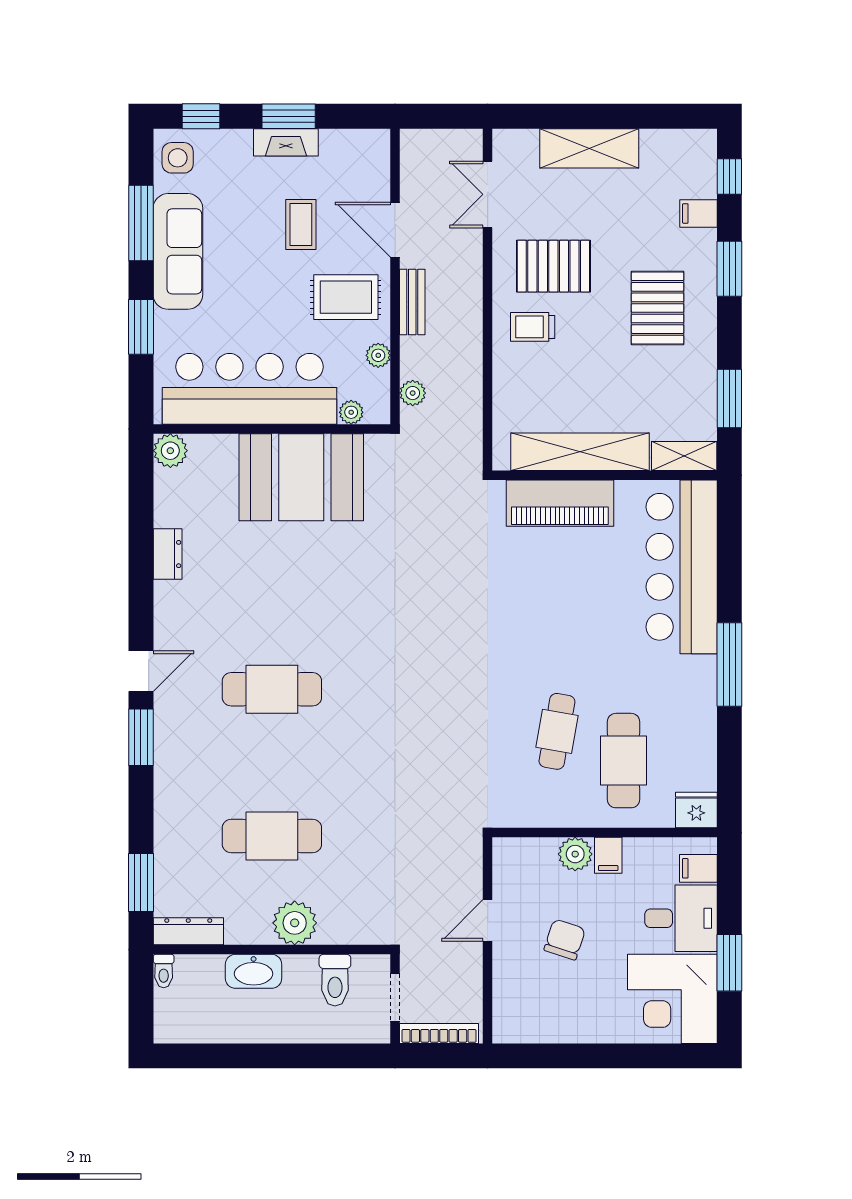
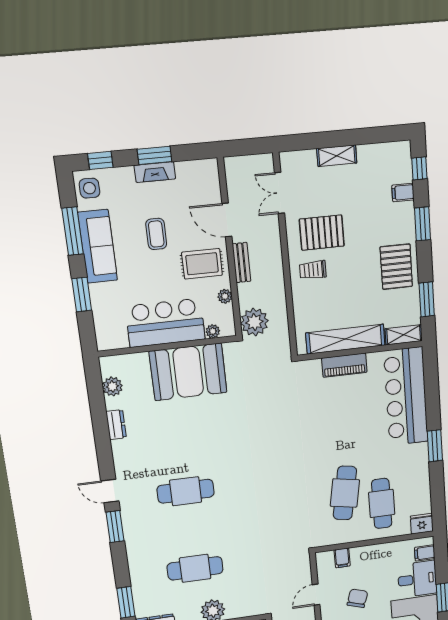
shelving: (589, 148) -> (337, 156), width x0.67, depth x0.75
coffee table: (301, 225) -> (156, 234), moved
pallet: (658, 308) -> (396, 267), moved
bar counter: (249, 389) -> (165, 323), width x0.73
plant: (413, 393) -> (254, 322), width x1.87, depth x1.87
plant: (170, 451) -> (112, 386), moved
piano: (560, 503) -> (344, 365), width x0.73, depth x0.75
window: (729, 665) -> (435, 446), width x0.69
door: (141, 671) -> (110, 491), swing flipped
cafe table: (557, 731) -> (345, 493), width x1.37, depth x1.35
plant: (575, 854) -> (360, 555), removed
filing cabinet: (608, 855) -> (342, 558), moved

